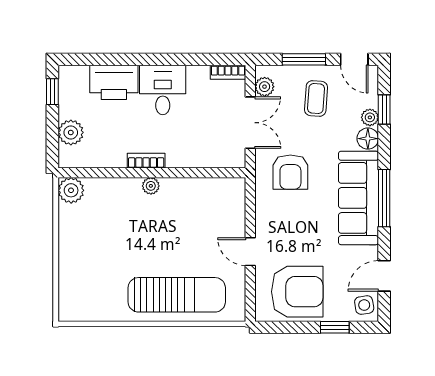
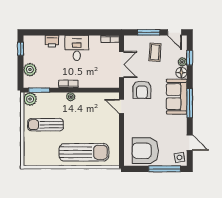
printer: (114, 82) -> (52, 41), width x0.53, depth x0.68
plant: (265, 87) -> (129, 46), removed
window: (89, 173) -> (39, 90), added
sofa: (359, 198) -> (177, 97), width x0.73
sun lounger: (101, 241) -> (45, 125), added
door: (250, 252) -> (121, 106), moved
door: (384, 276) -> (190, 143), swing flipped
armchair: (297, 292) -> (145, 151), turned 180
window: (335, 327) -> (164, 169), width x2.17

